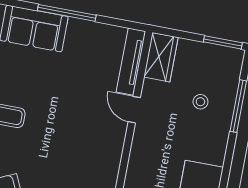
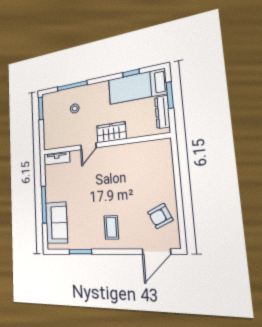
wardrobe: (161, 57) -> (111, 132), moved
tv unit: (131, 62) -> (57, 158), width x0.71

